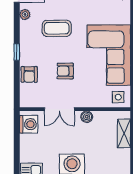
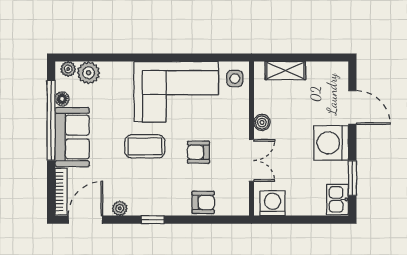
coffee table: (57, 28) -> (145, 146), moved, turned 90
window: (17, 52) -> (153, 220), moved
armchair: (65, 71) -> (198, 152), turned 90

